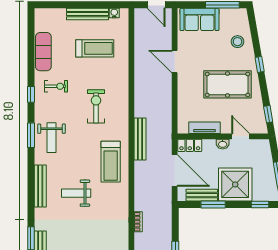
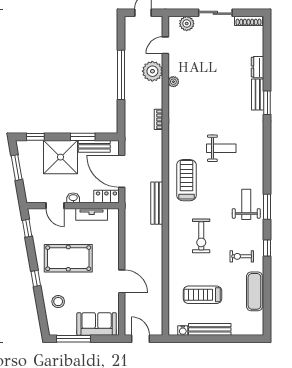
bench: (40, 186) -> (258, 155), removed

